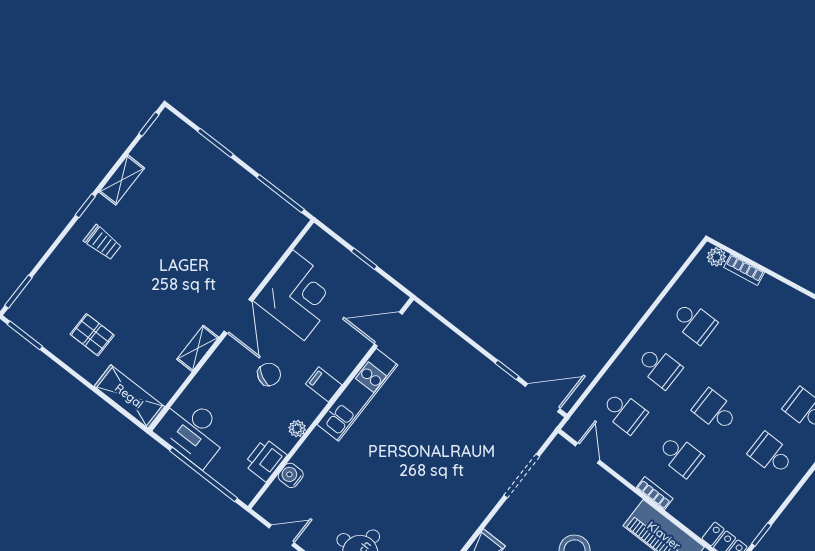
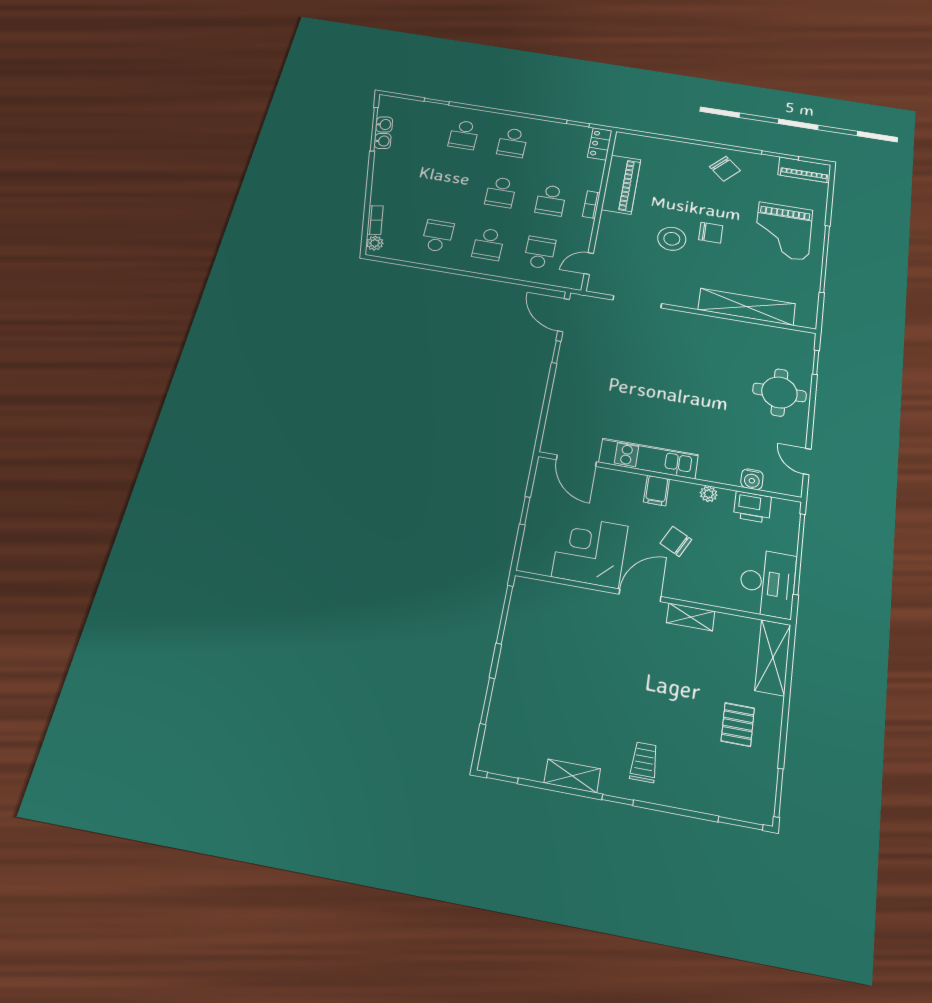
school desk: (659, 367) -> (488, 244), turned 180
school desk: (680, 456) -> (551, 200), turned 180

